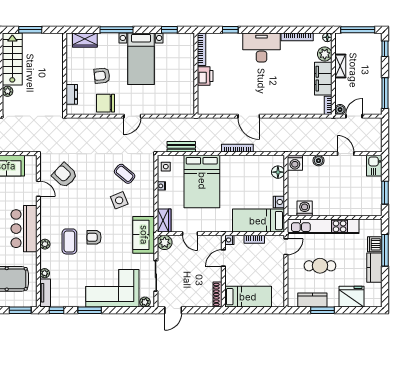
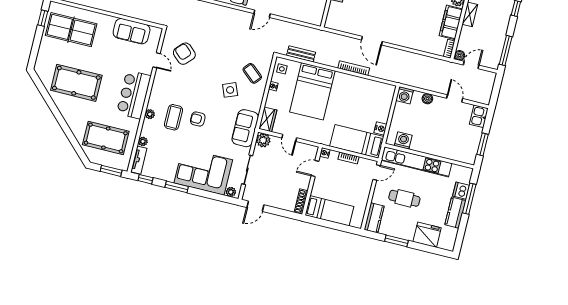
floor lamp: (278, 172) -> (386, 100), removed
coffee table: (125, 174) -> (252, 73), moved
kitchen counter: (312, 300) -> (374, 218), moved, turned 90

